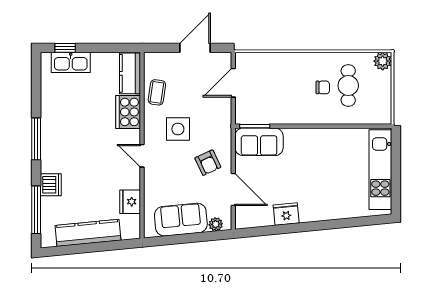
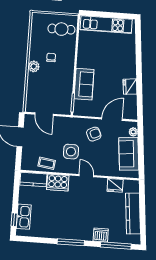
plant: (383, 61) -> (34, 66), moved
cafe table: (348, 86) -> (61, 29), moved
sofa: (259, 142) -> (84, 84), moved
door: (142, 156) -> (86, 176), swing flipped

